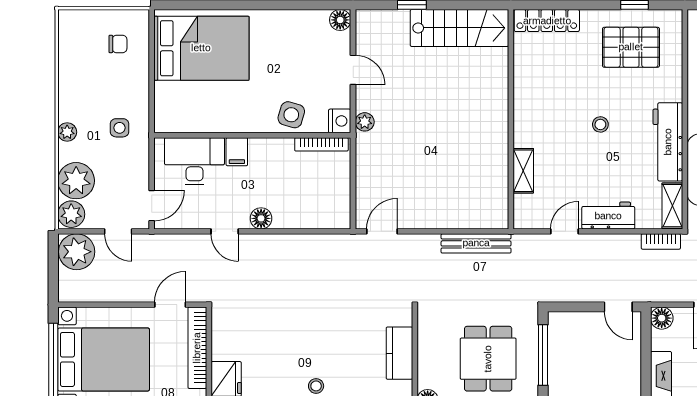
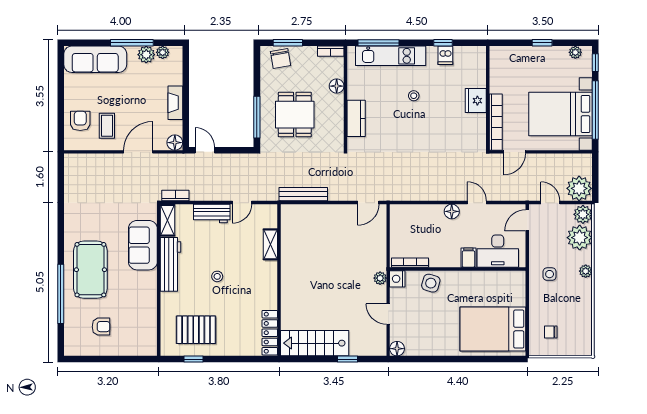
locker: (547, 21) -> (270, 333), moved, turned -90

